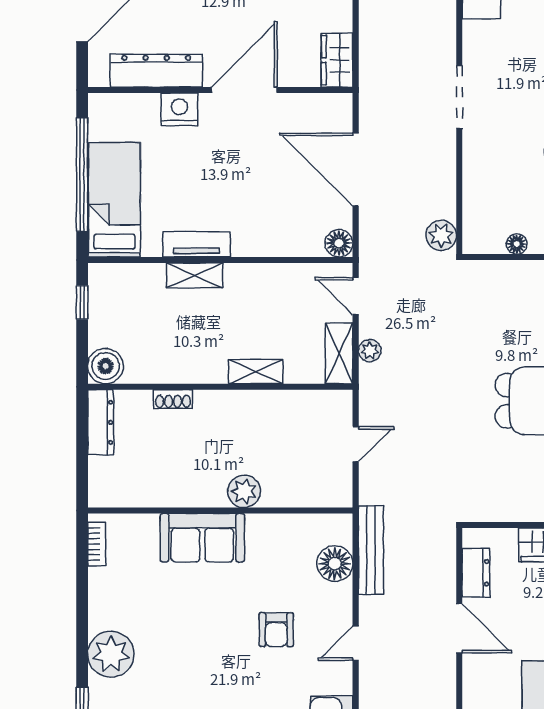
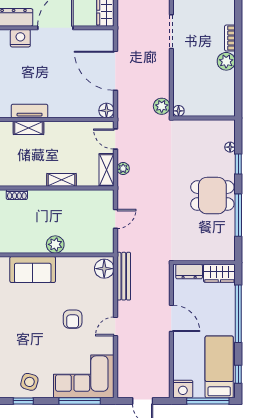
floor lamp: (517, 244) -> (179, 111), moved
floor lamp: (335, 564) -> (104, 269), moved
dresser: (476, 573) -> (189, 272), moved, turned 90

